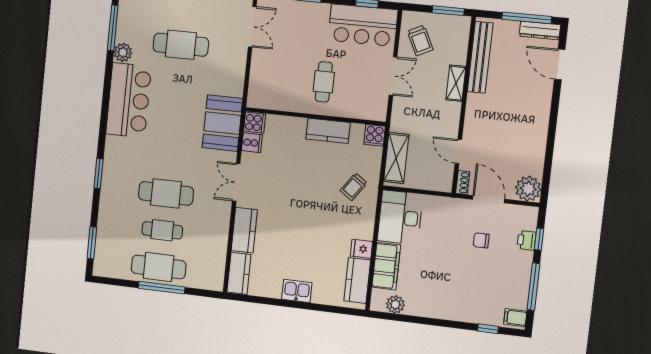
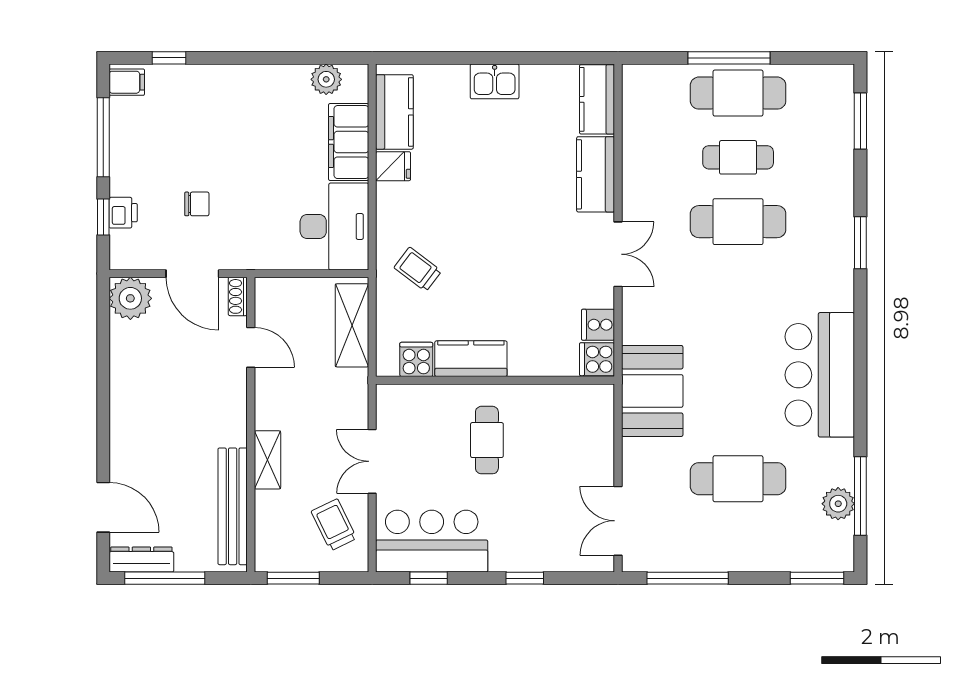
plant: (123, 52) -> (838, 504), moved
booth: (222, 123) -> (652, 391), moved
cooker: (375, 135) -> (416, 359), moved
trolley: (354, 187) -> (418, 269), turned -88

